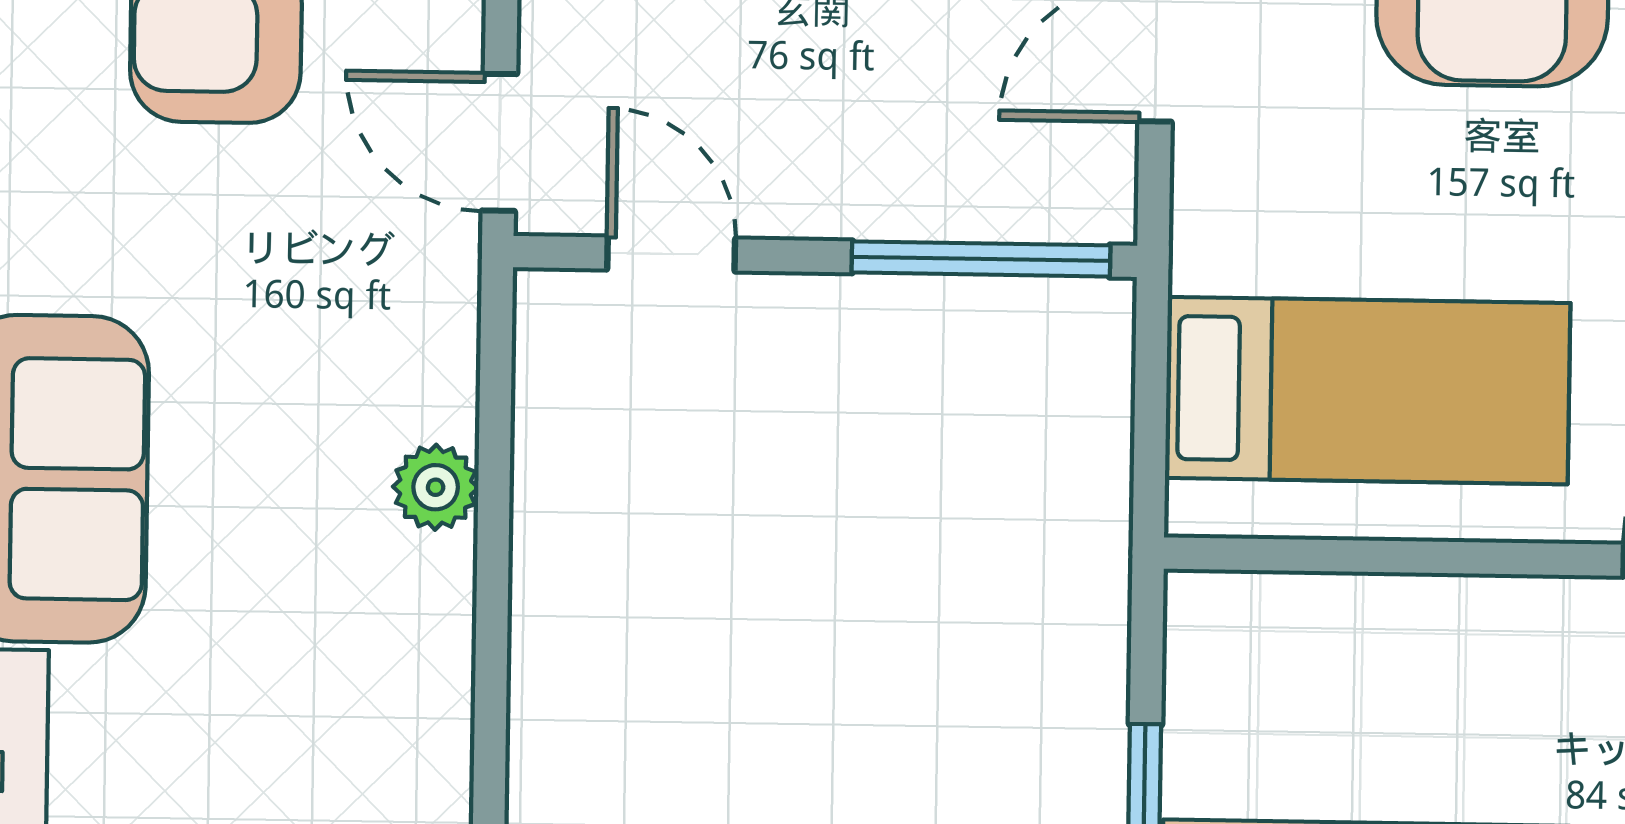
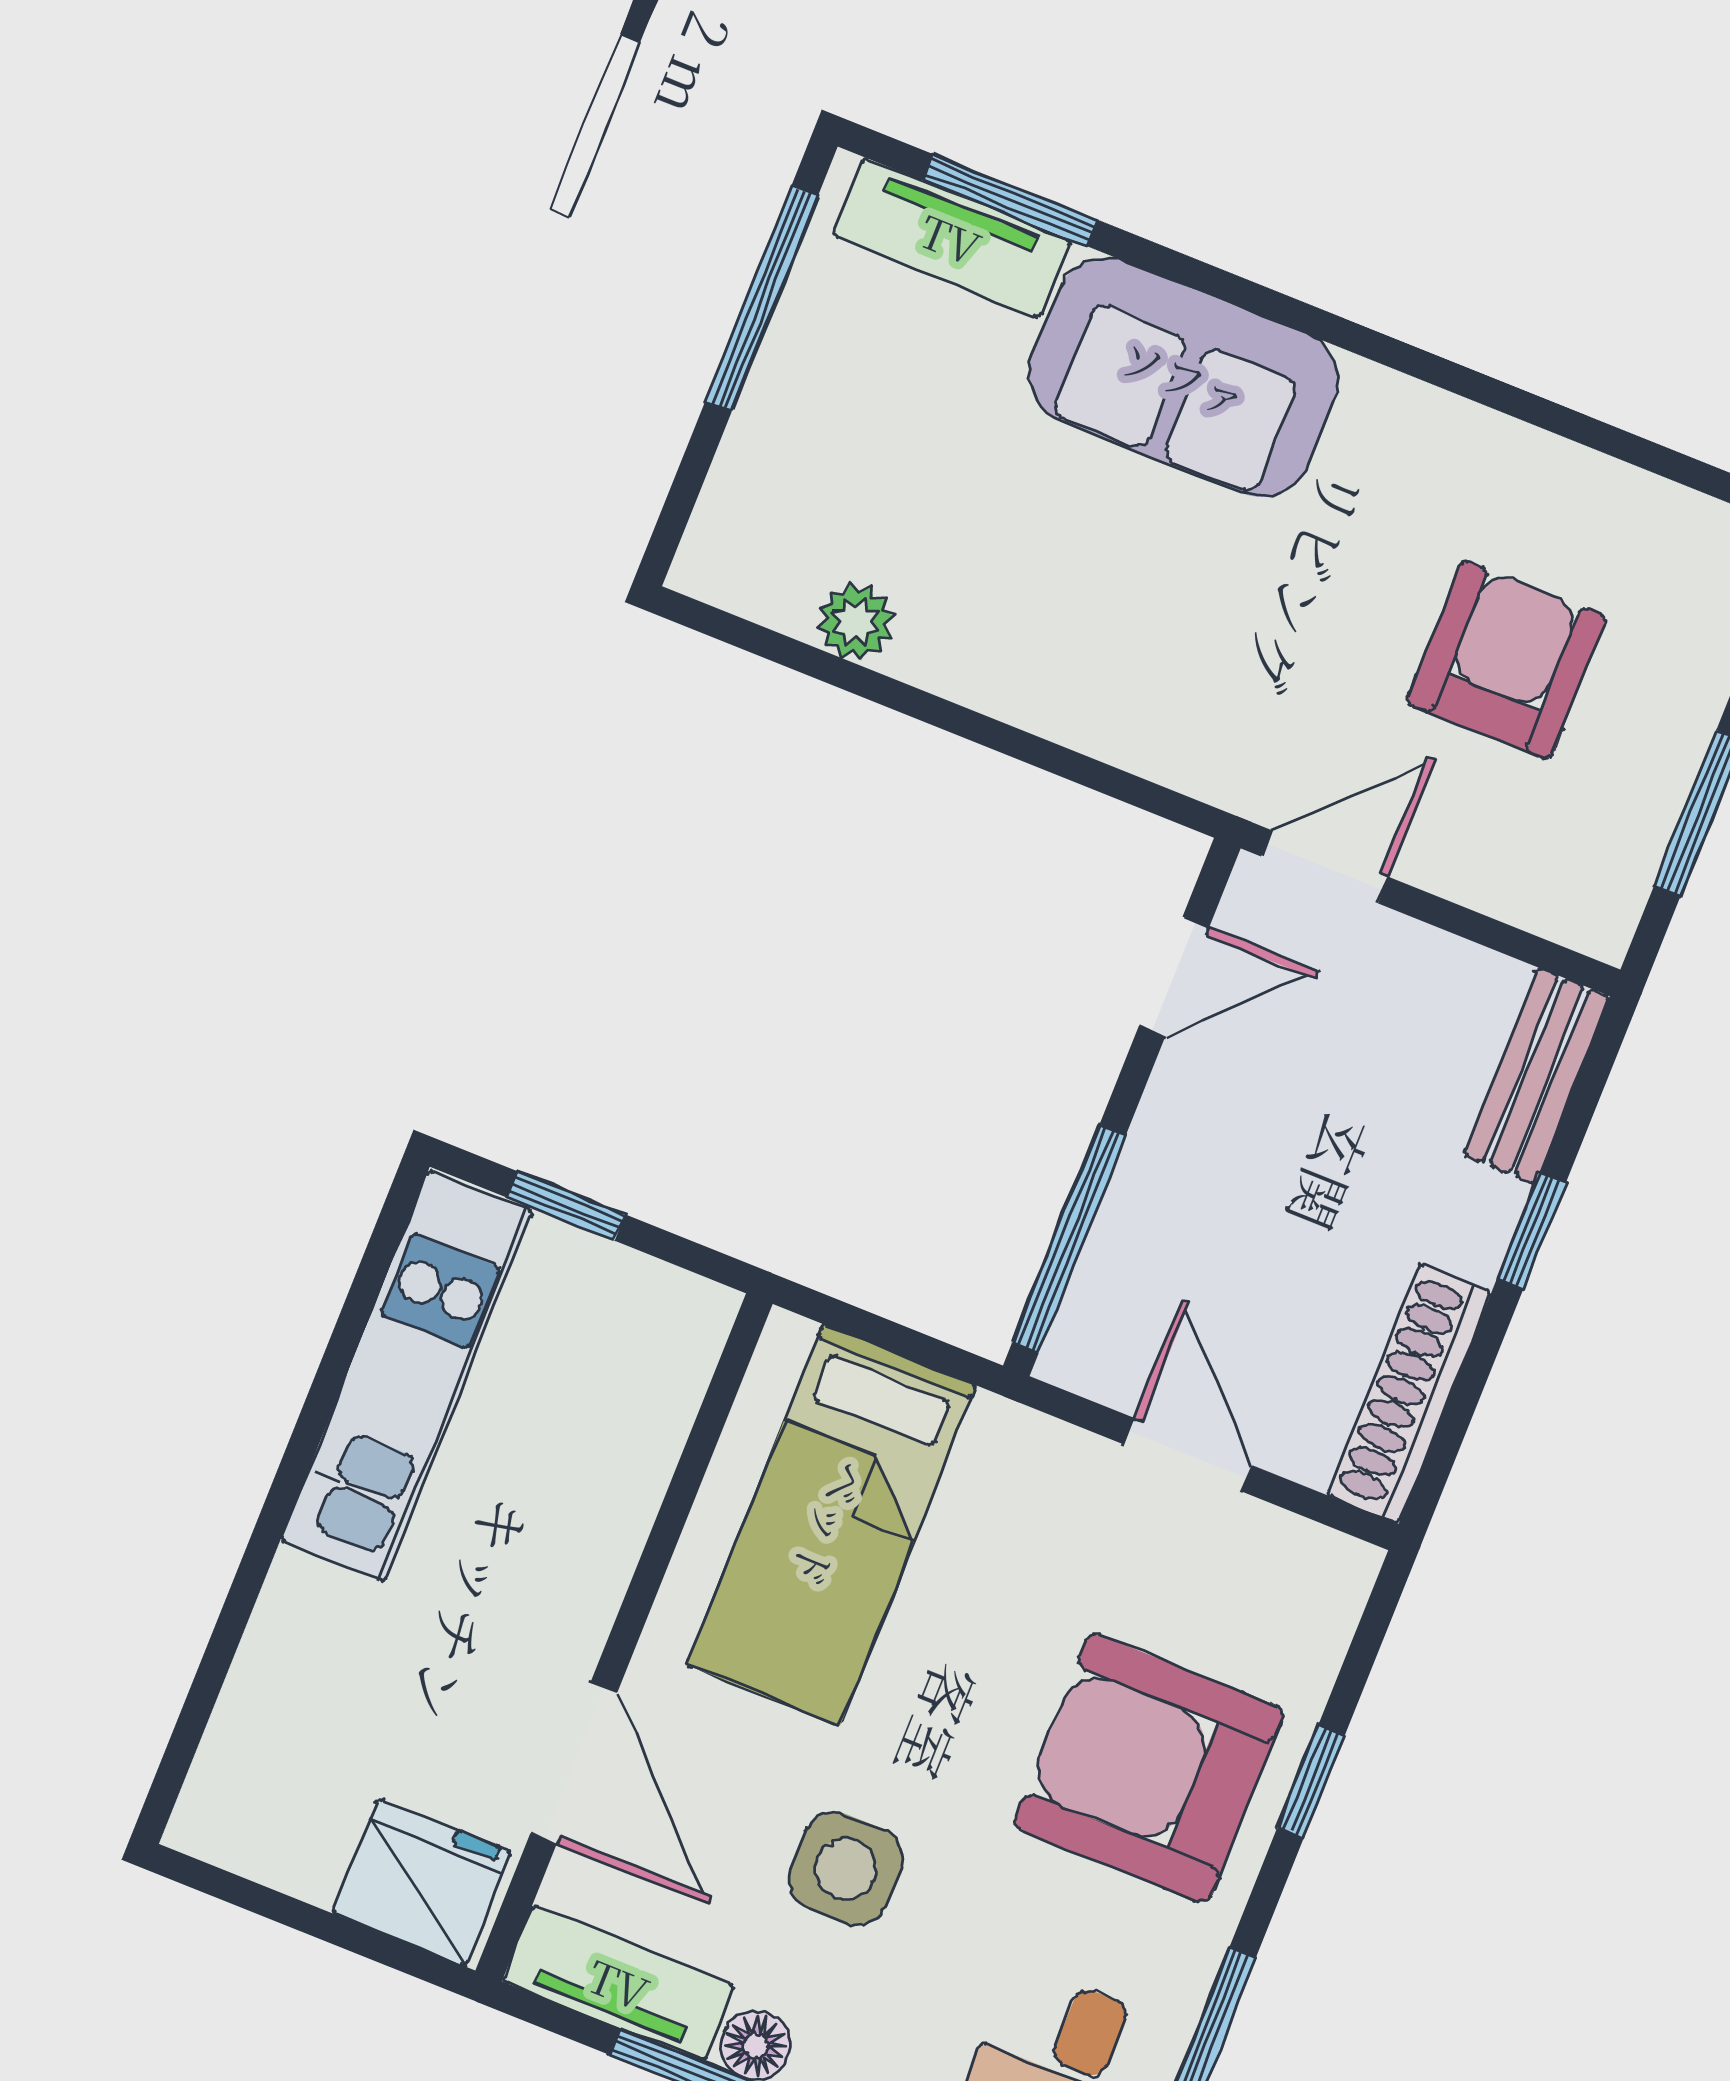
plant: (436, 487) -> (856, 622), moved

